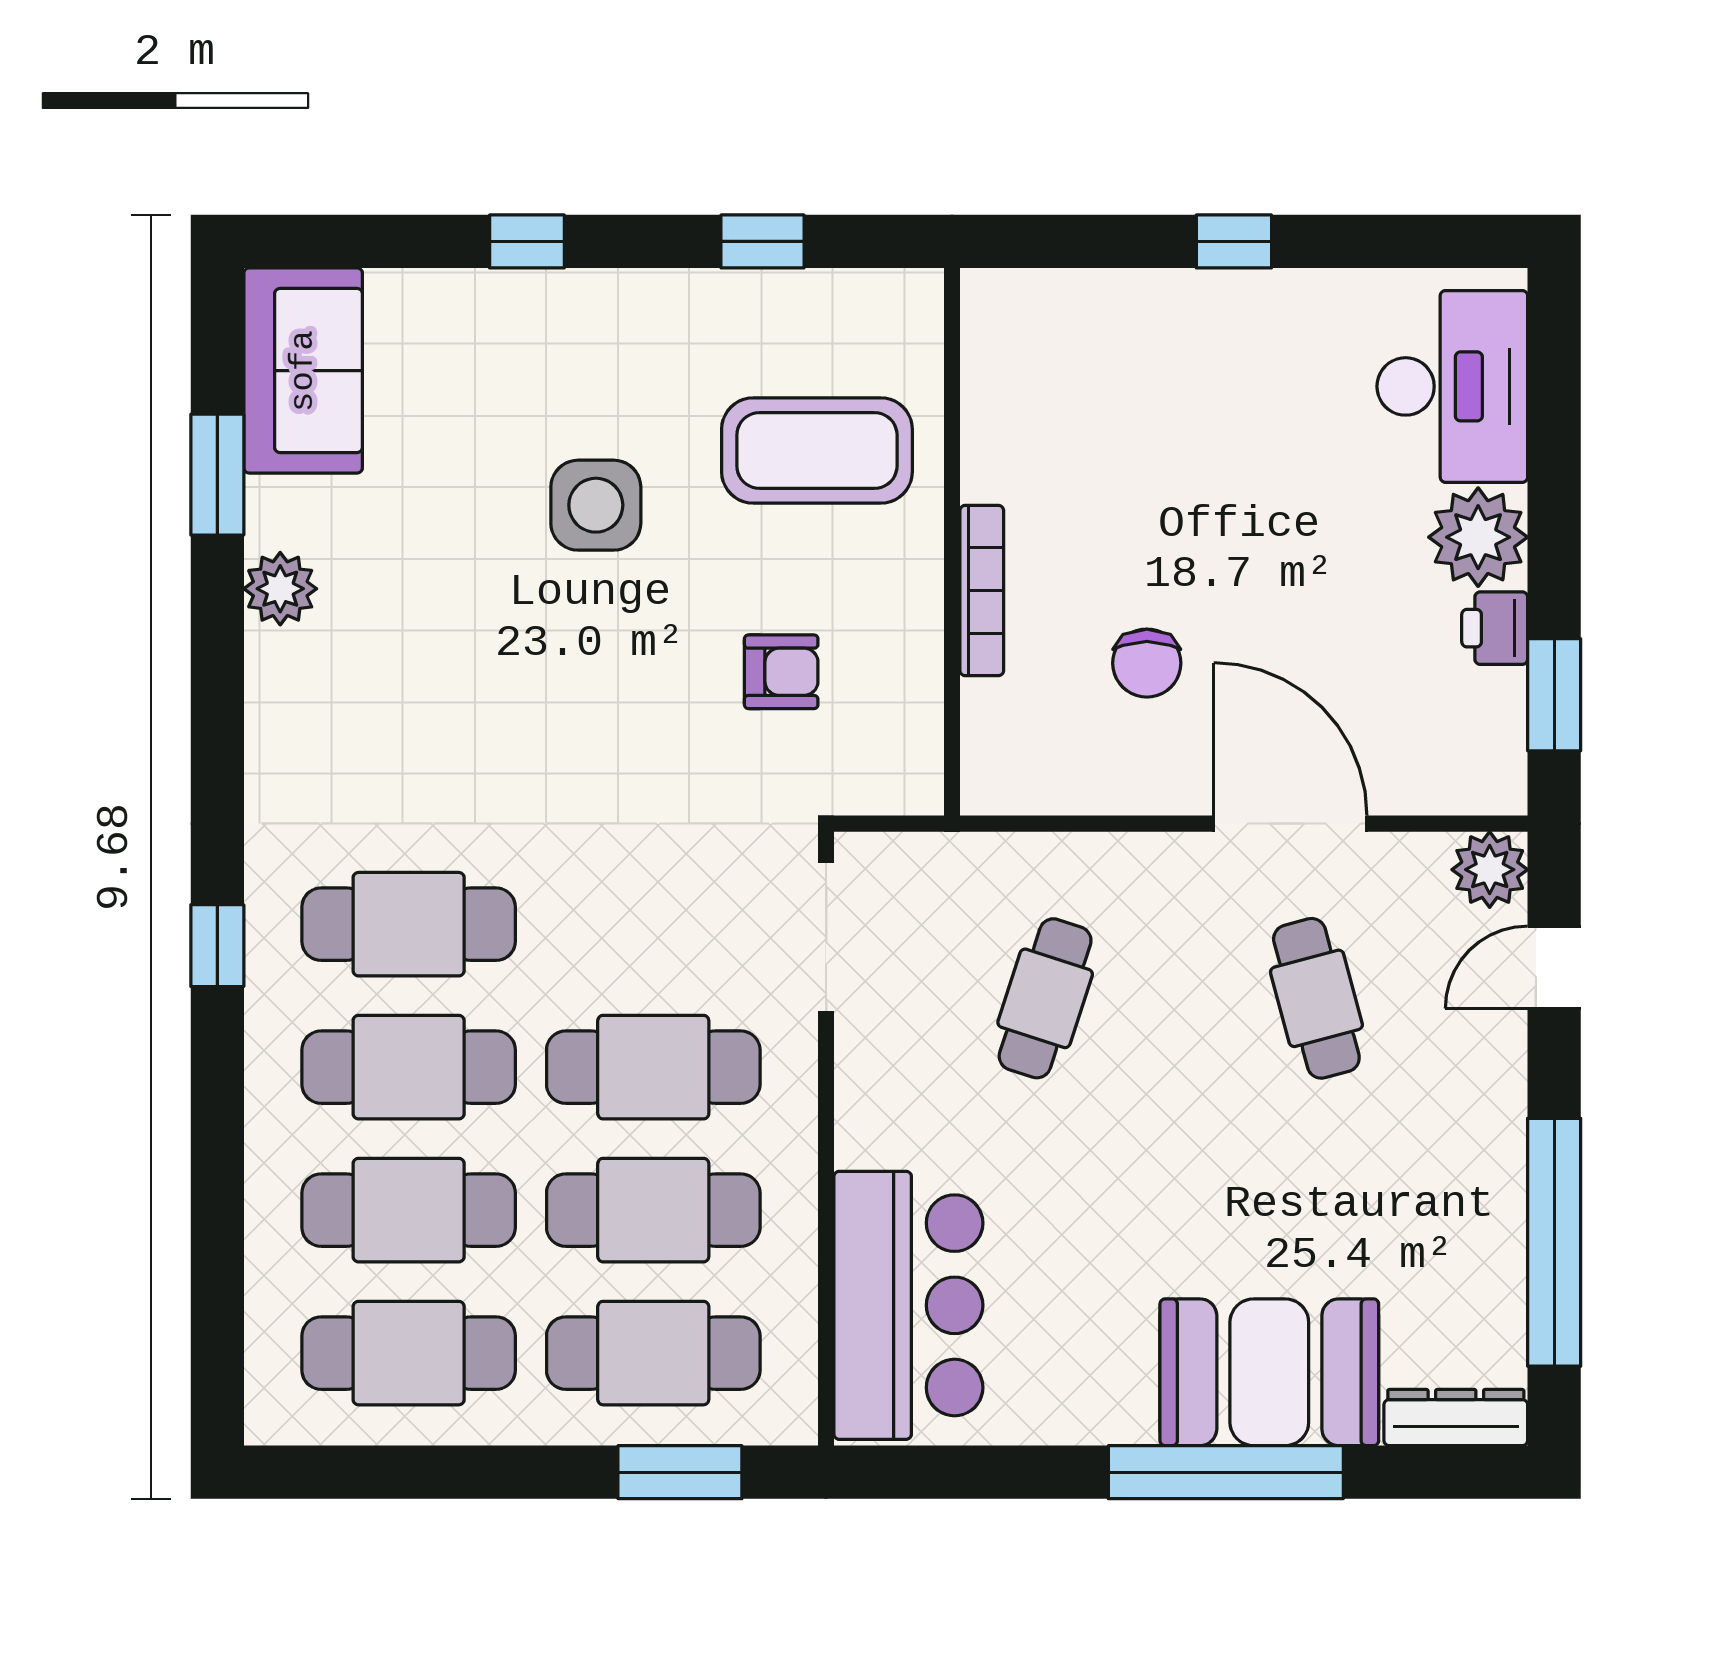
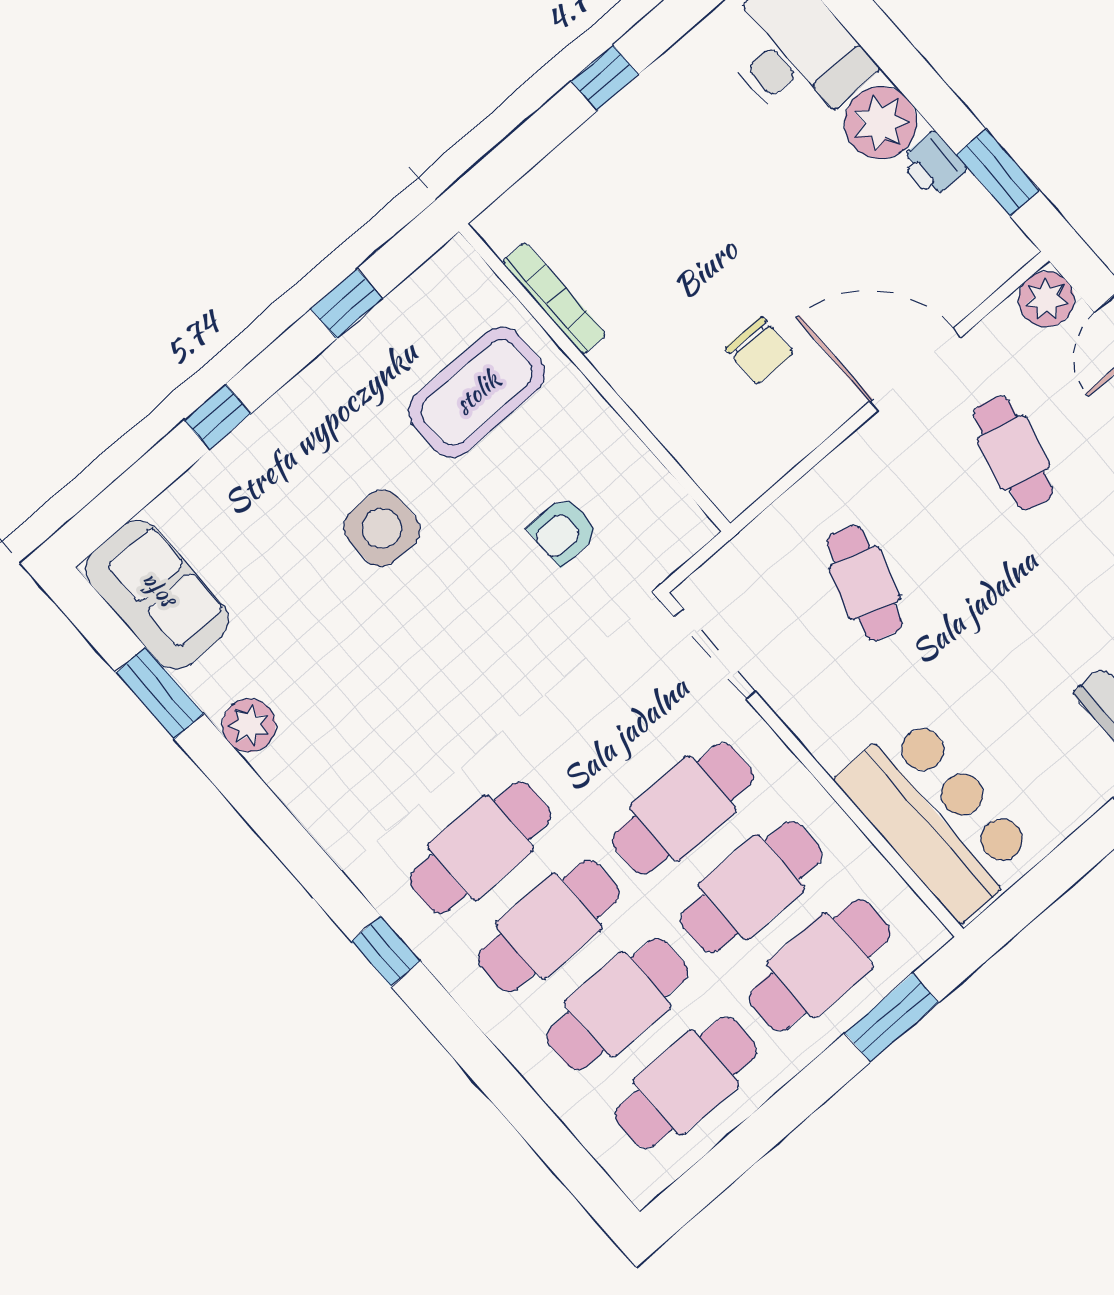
bookcase: (982, 591) -> (554, 298), moved
armchair: (781, 672) -> (563, 531), turned 180
cafe table: (1316, 998) -> (1013, 453), turned 30

